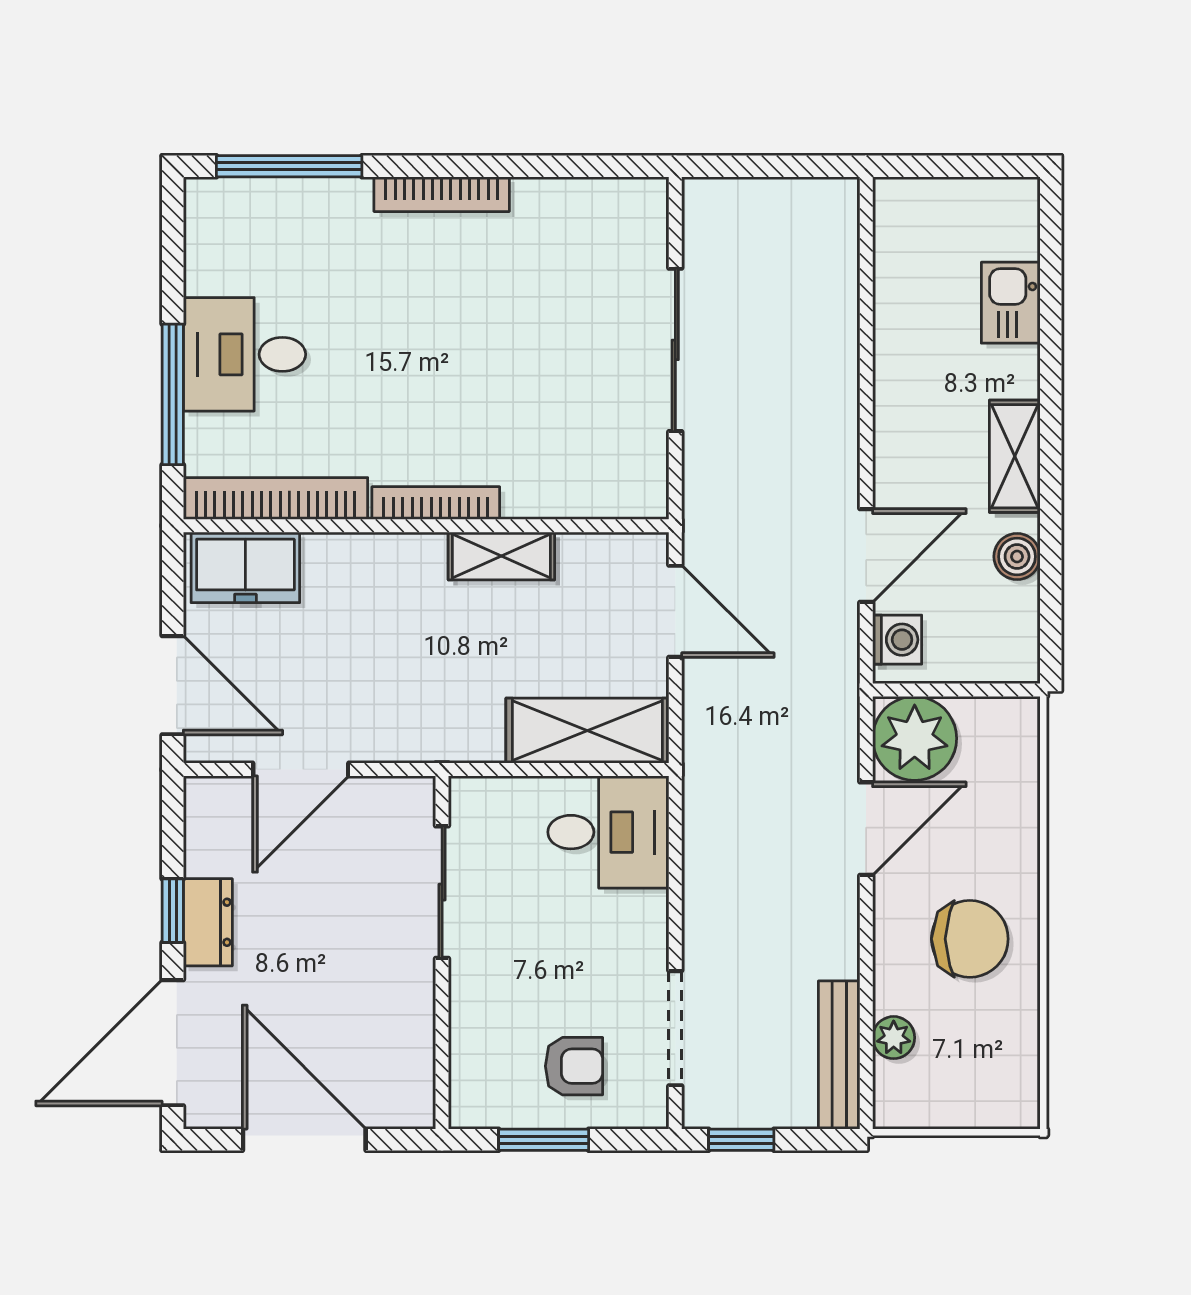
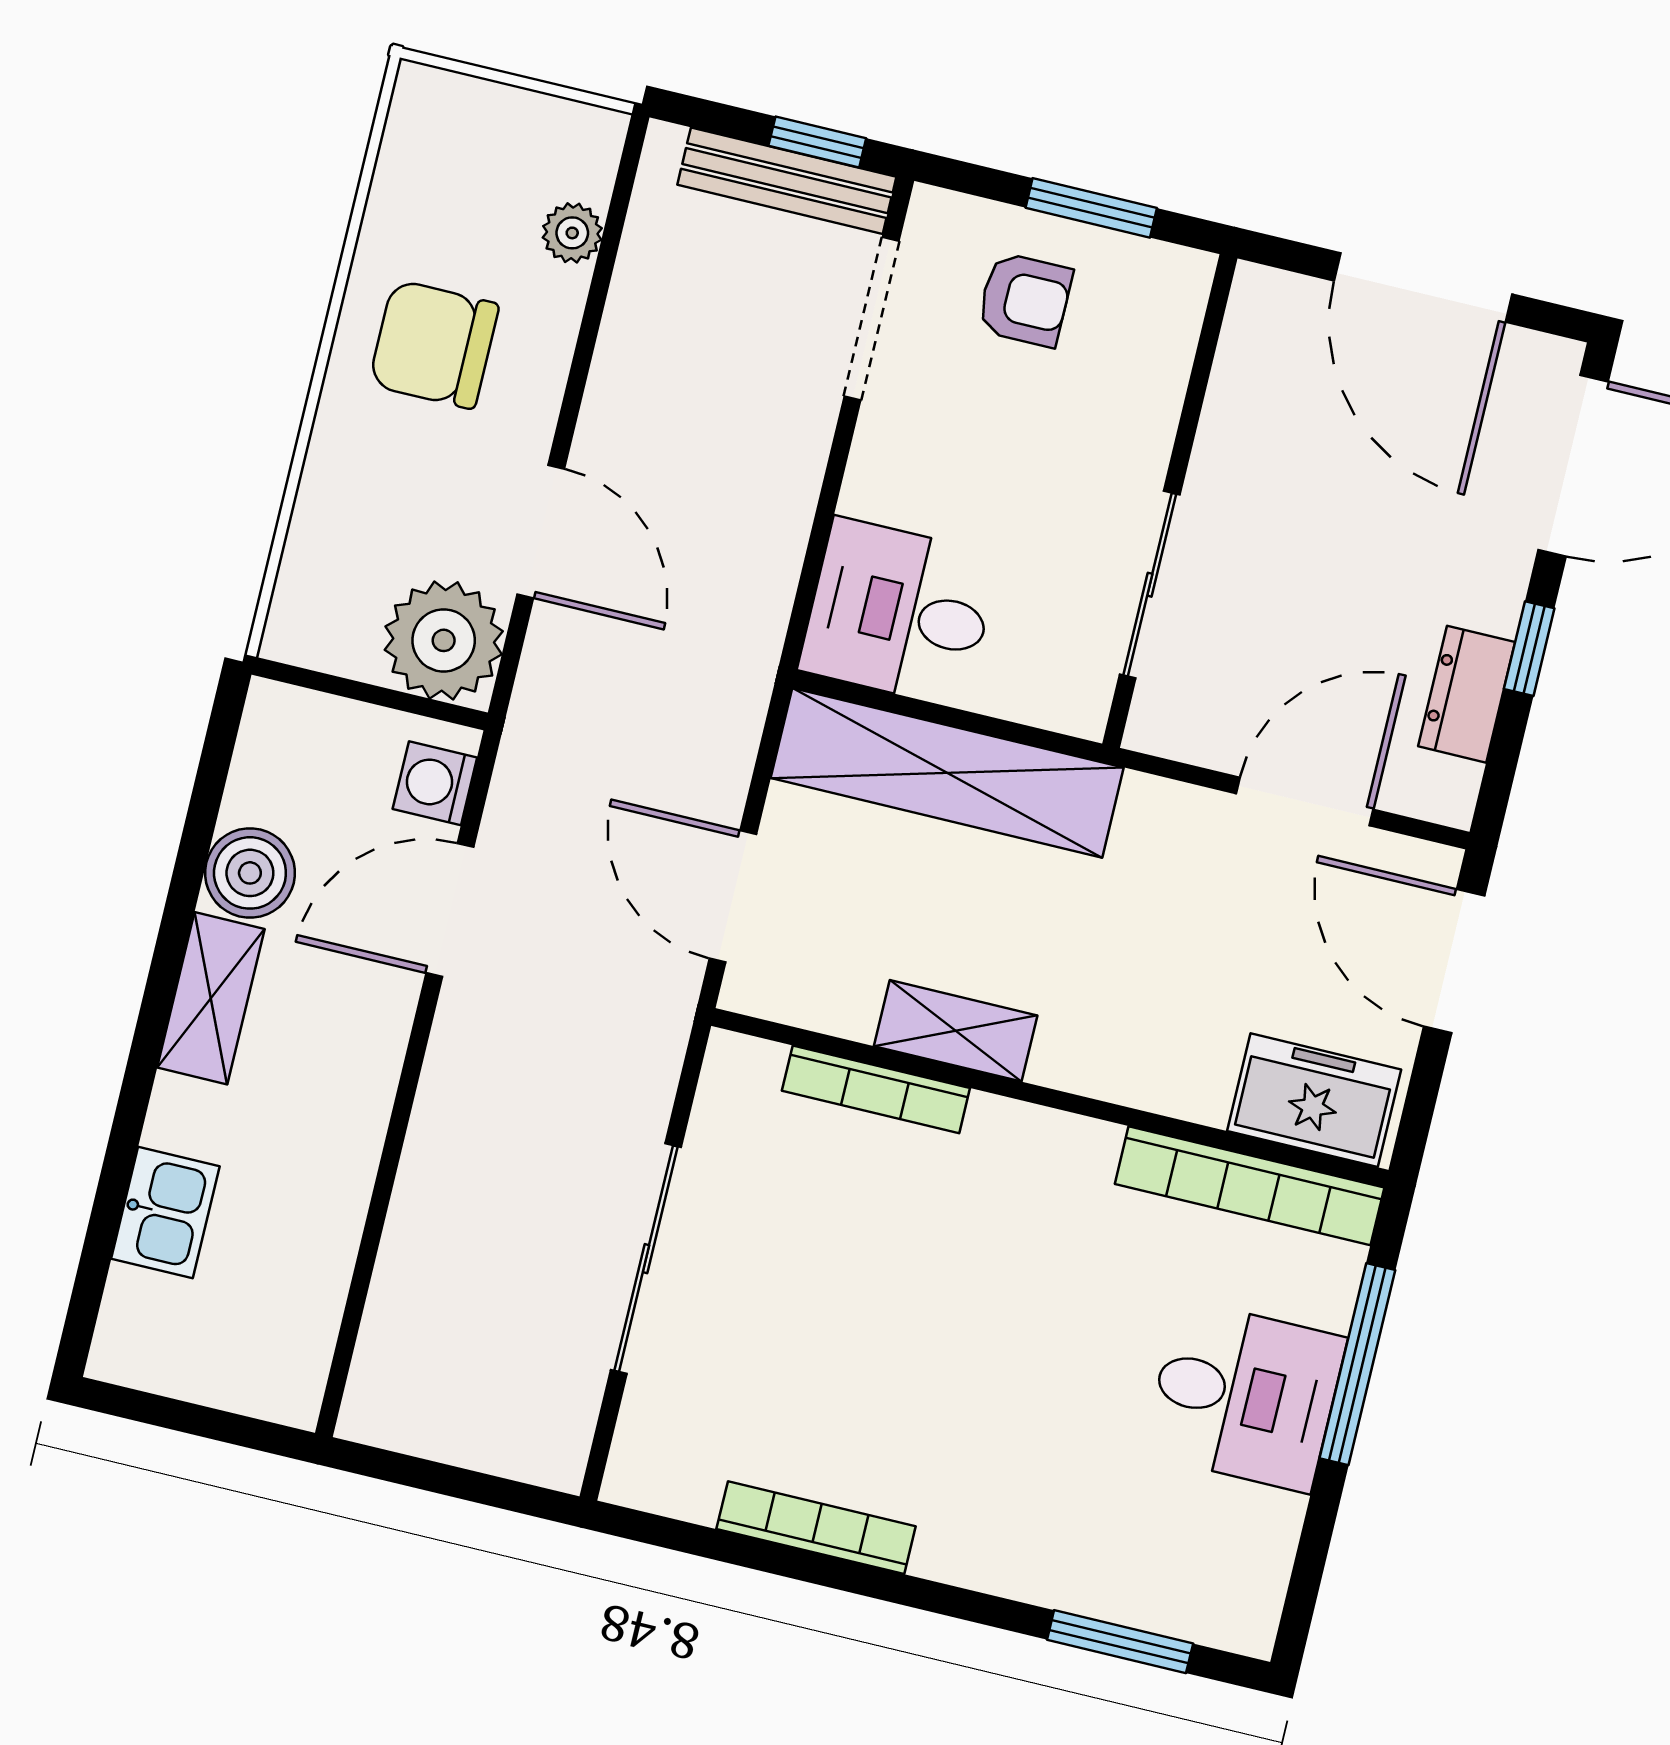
window: (289, 166) -> (1120, 1642), width x0.69
bookcase: (442, 194) -> (816, 1528), moved
bookcase: (436, 503) -> (876, 1089), moved
boiler: (1017, 557) -> (250, 873), width x1.36, depth x1.36
shelving: (587, 731) -> (947, 773), width x1.47
door: (866, 829) -> (541, 532), swing flipped
dresser: (208, 922) -> (1467, 694), moved
bench: (839, 1055) -> (787, 181), moved, turned 90
armchair: (574, 1066) -> (1025, 300), turned 180

